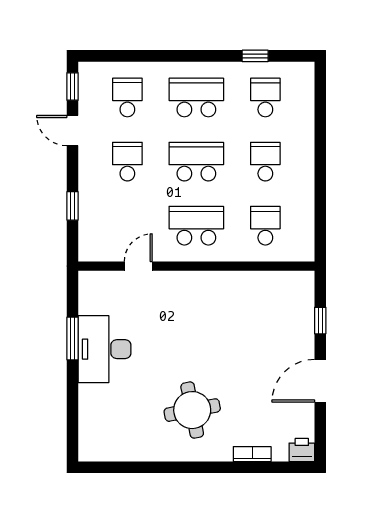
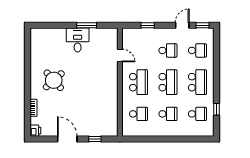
desk: (105, 349) -> (78, 40), width x0.73
round table: (192, 410) -> (54, 80), turned -31

